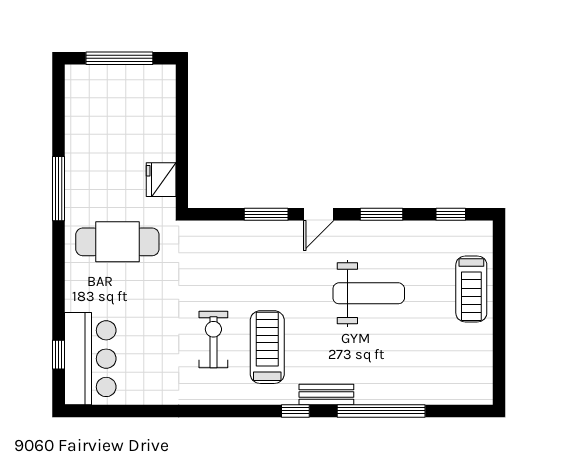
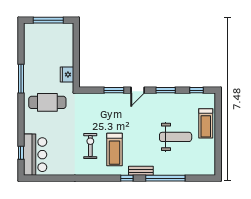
weight bench: (369, 293) -> (176, 137), moved
treadmill: (267, 347) -> (114, 149), turned 180

